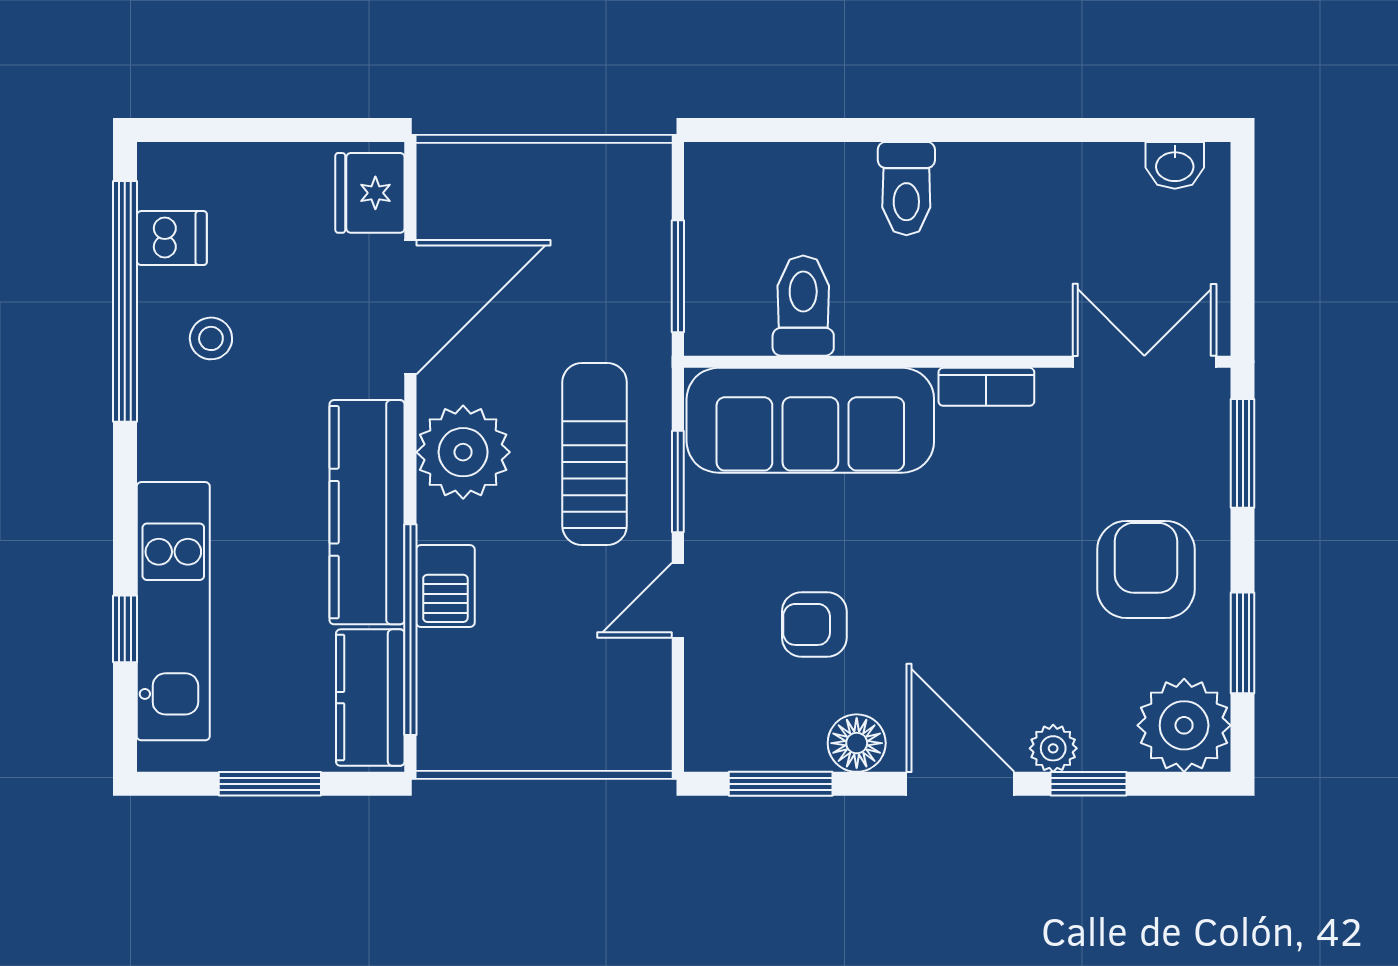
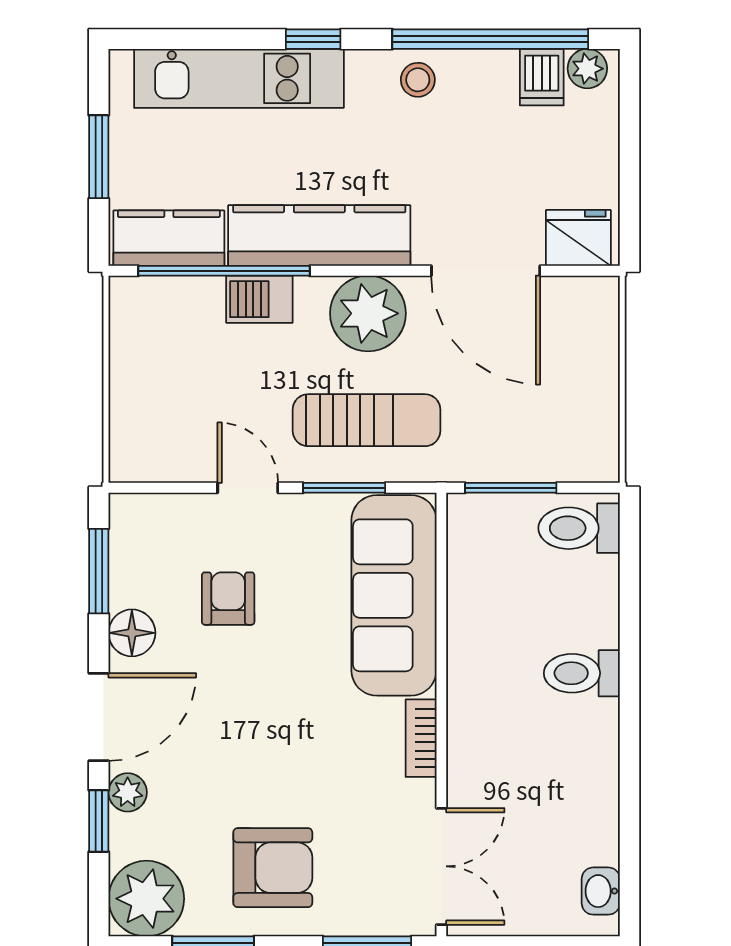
plant: (161, 182) -> (587, 69), added
toilet: (803, 306) -> (579, 528), moved, turned 180
stool: (211, 338) -> (418, 80), moved
window: (125, 629) -> (313, 39), moved

